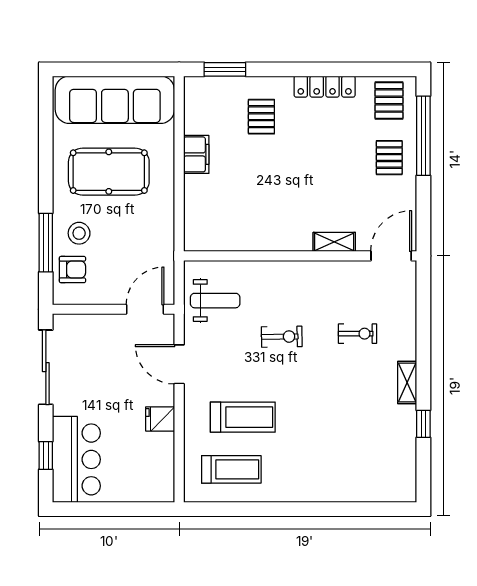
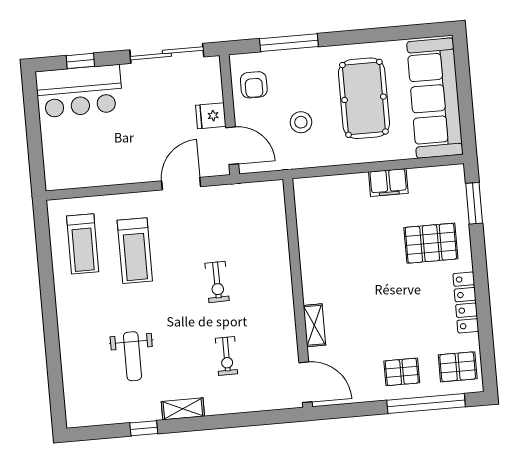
pallet: (261, 117) -> (431, 243), width x1.50, depth x1.42
stool: (79, 233) -> (301, 122), moved
armchair: (72, 270) -> (254, 85), moved
weight bench: (215, 301) -> (133, 356), moved
fridge: (160, 419) -> (211, 116), moved, turned -90

